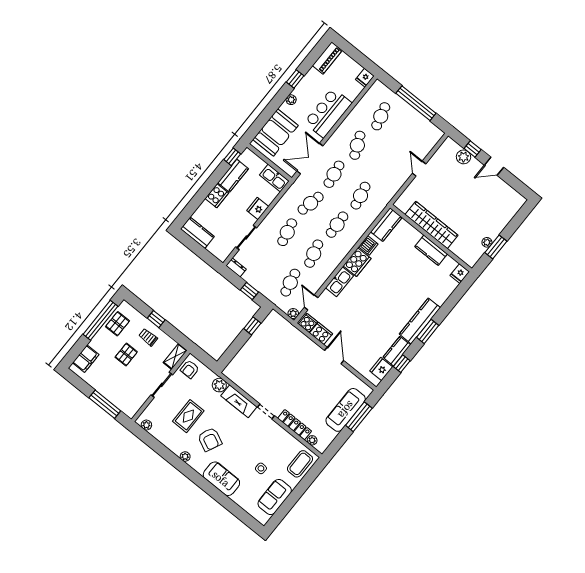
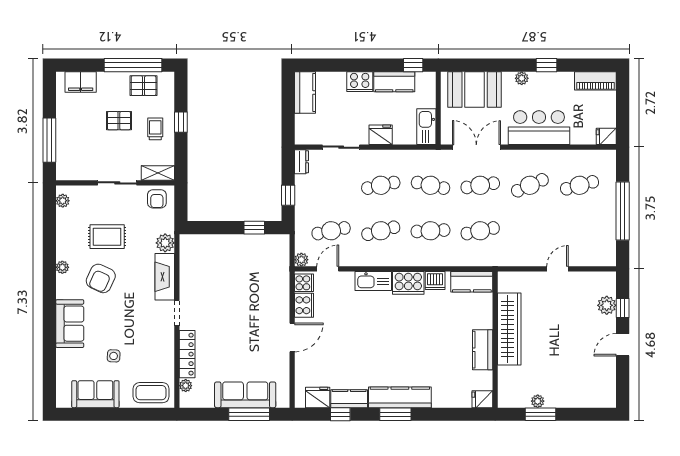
door: (494, 166) -> (623, 345), hinge flipped
armchair: (190, 369) -> (157, 199), turned -90

